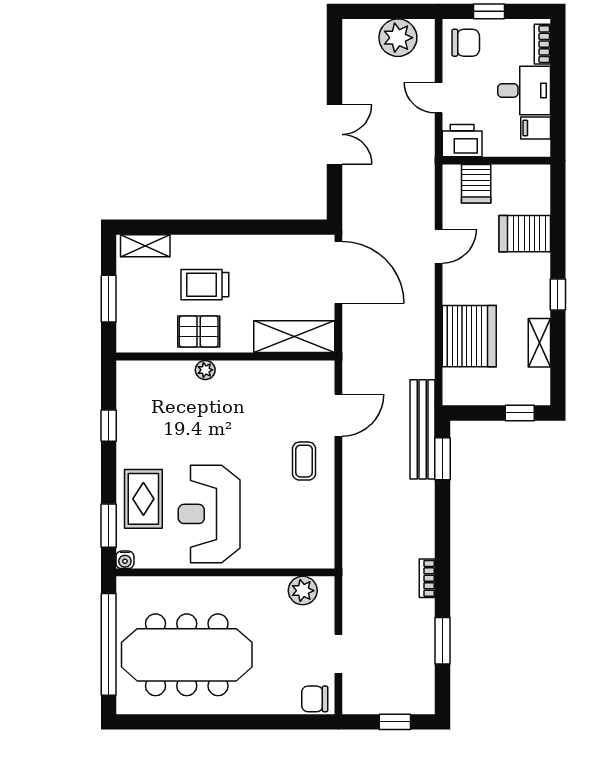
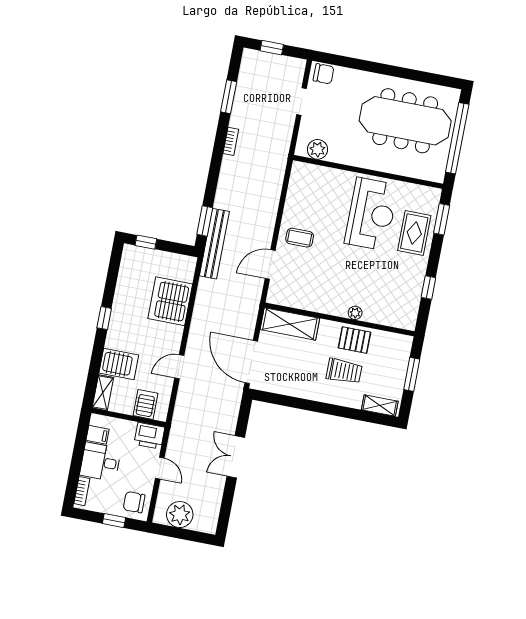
shelving: (539, 343) -> (103, 393), moved
coffee table: (304, 461) -> (300, 238), turned 90
water cooler: (125, 560) -> (435, 194), removed

